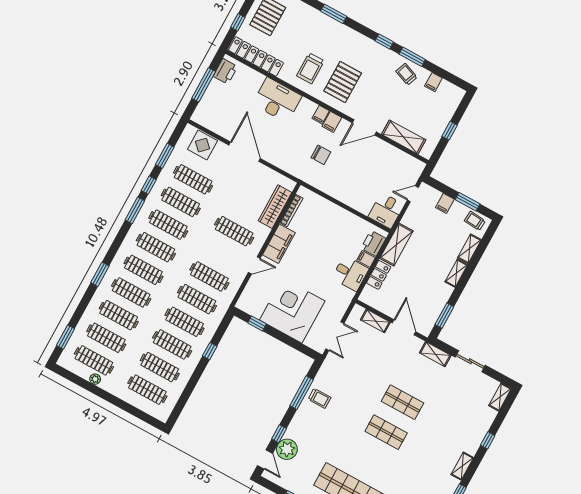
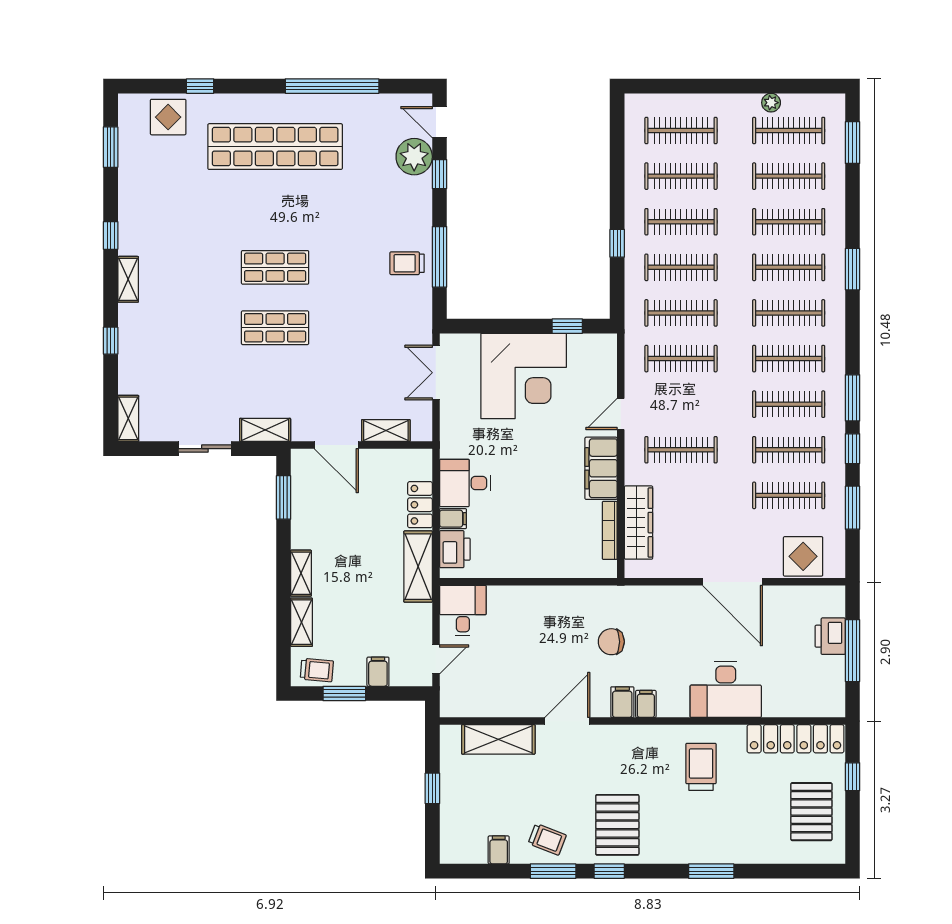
printer: (225, 71) -> (830, 636), moved
pallet: (343, 82) -> (617, 825), moved

